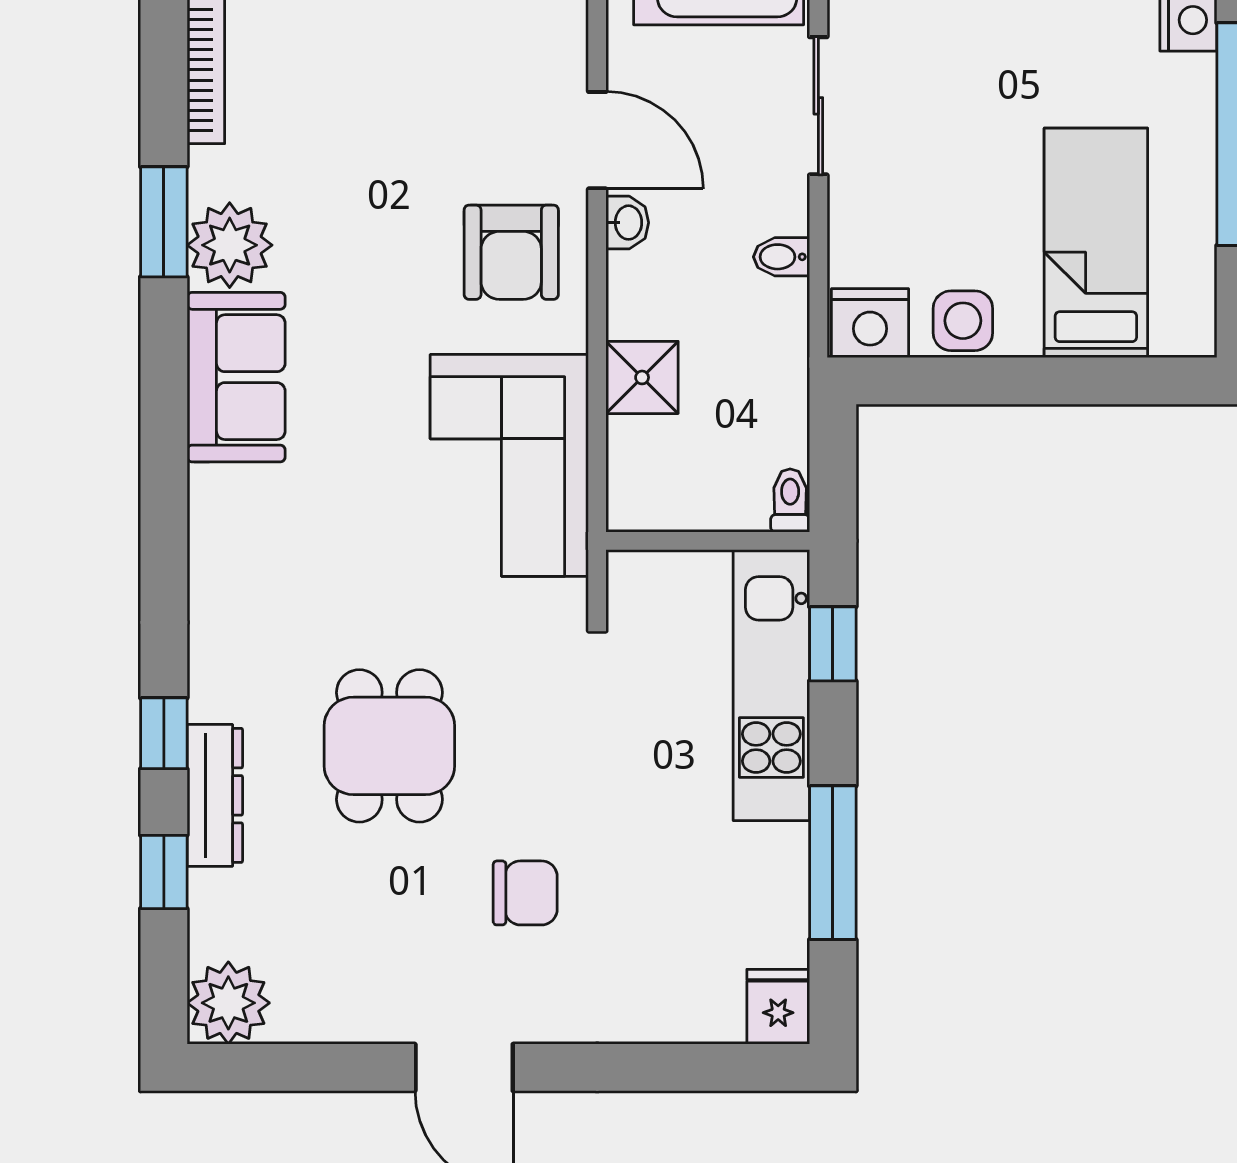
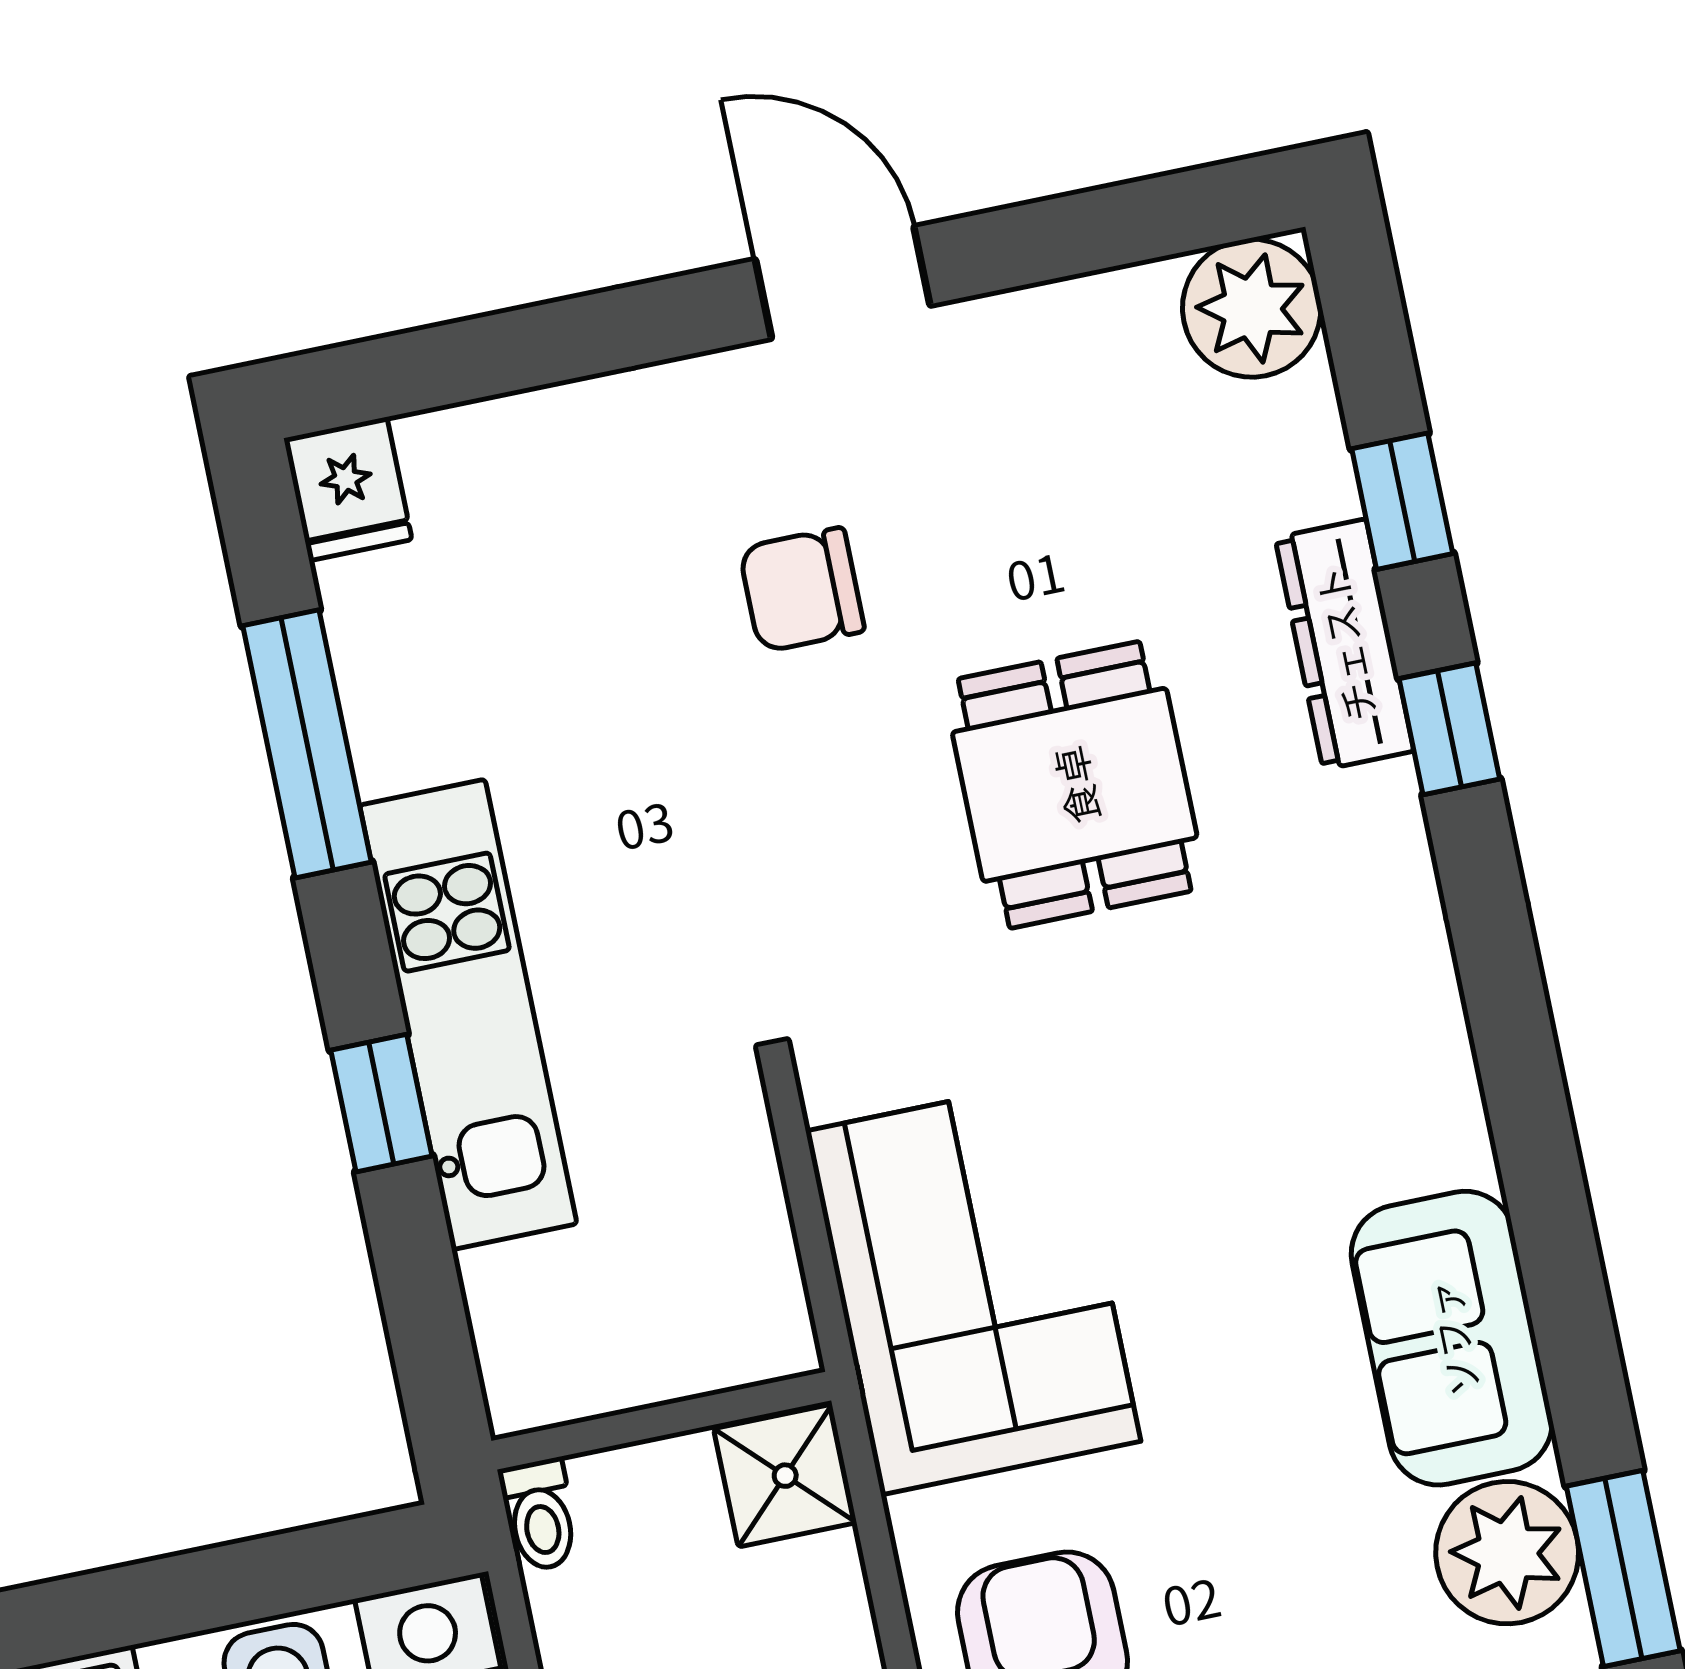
toilet: (790, 501) -> (540, 1515), moved
wall: (708, 541) -> (661, 1421), moved

